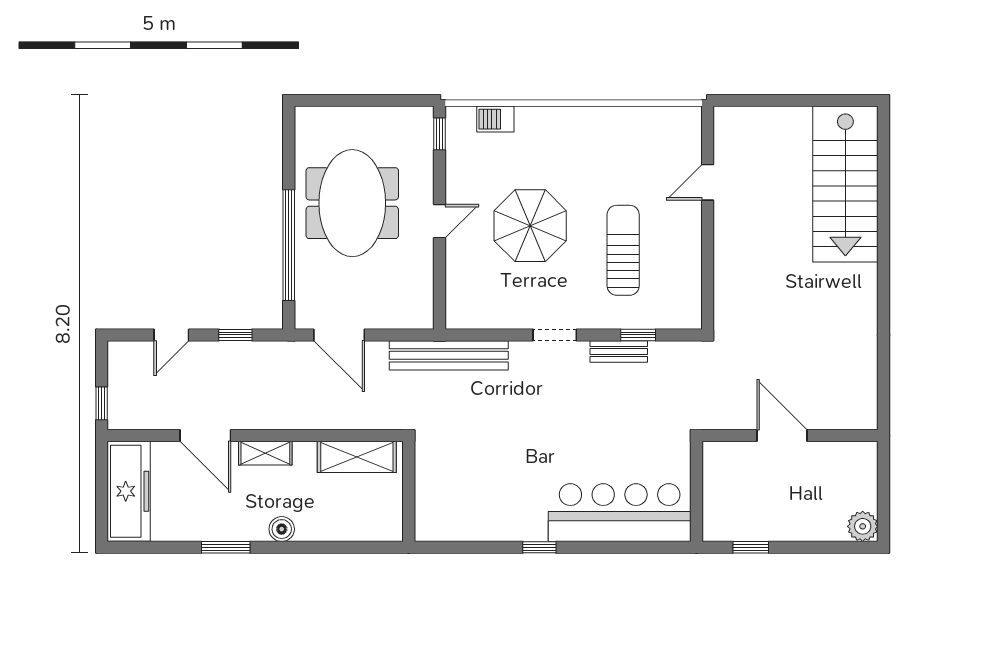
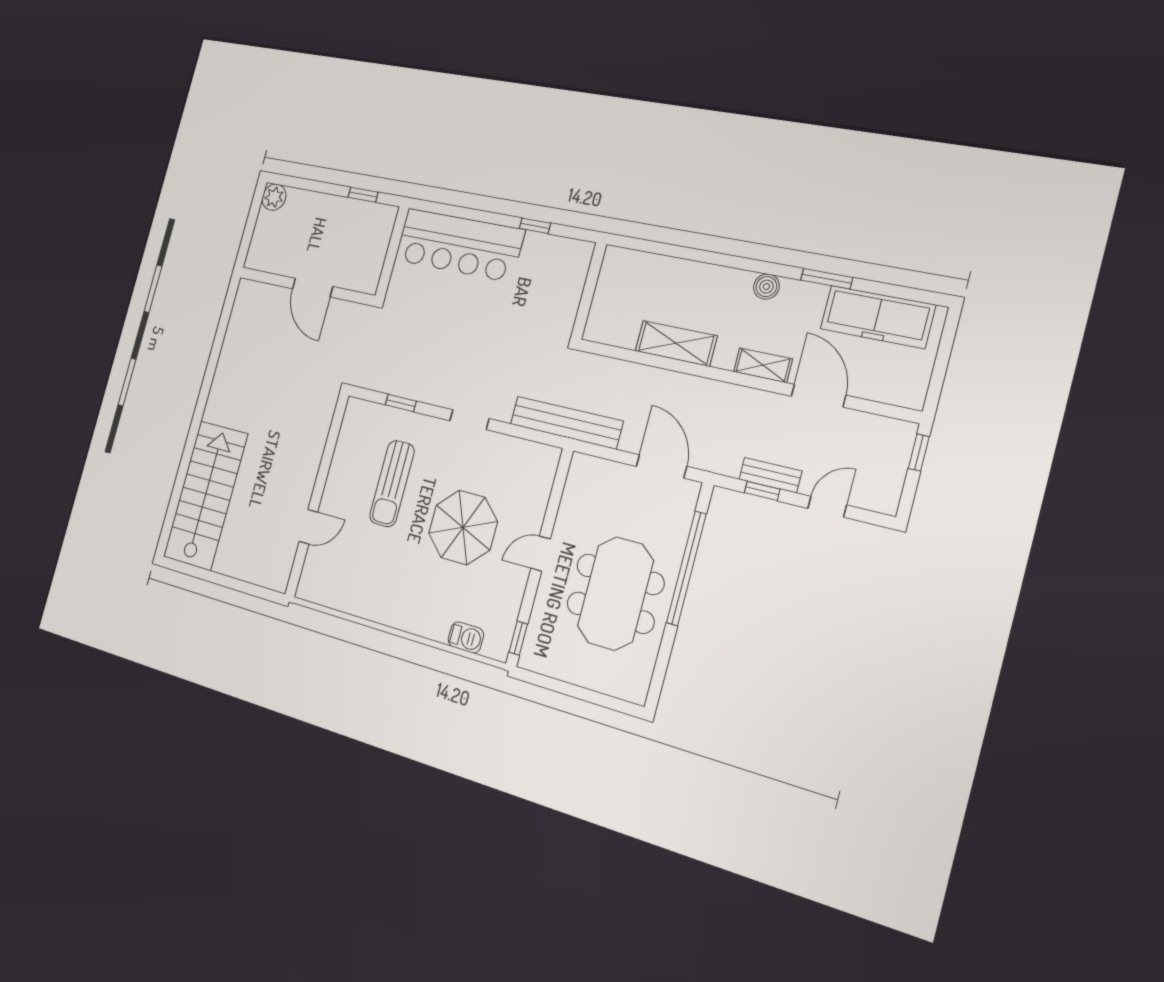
bench: (619, 352) -> (770, 475), moved
freezer: (129, 491) -> (877, 317), moved, turned -90
wall: (409, 491) -> (589, 291), moved

